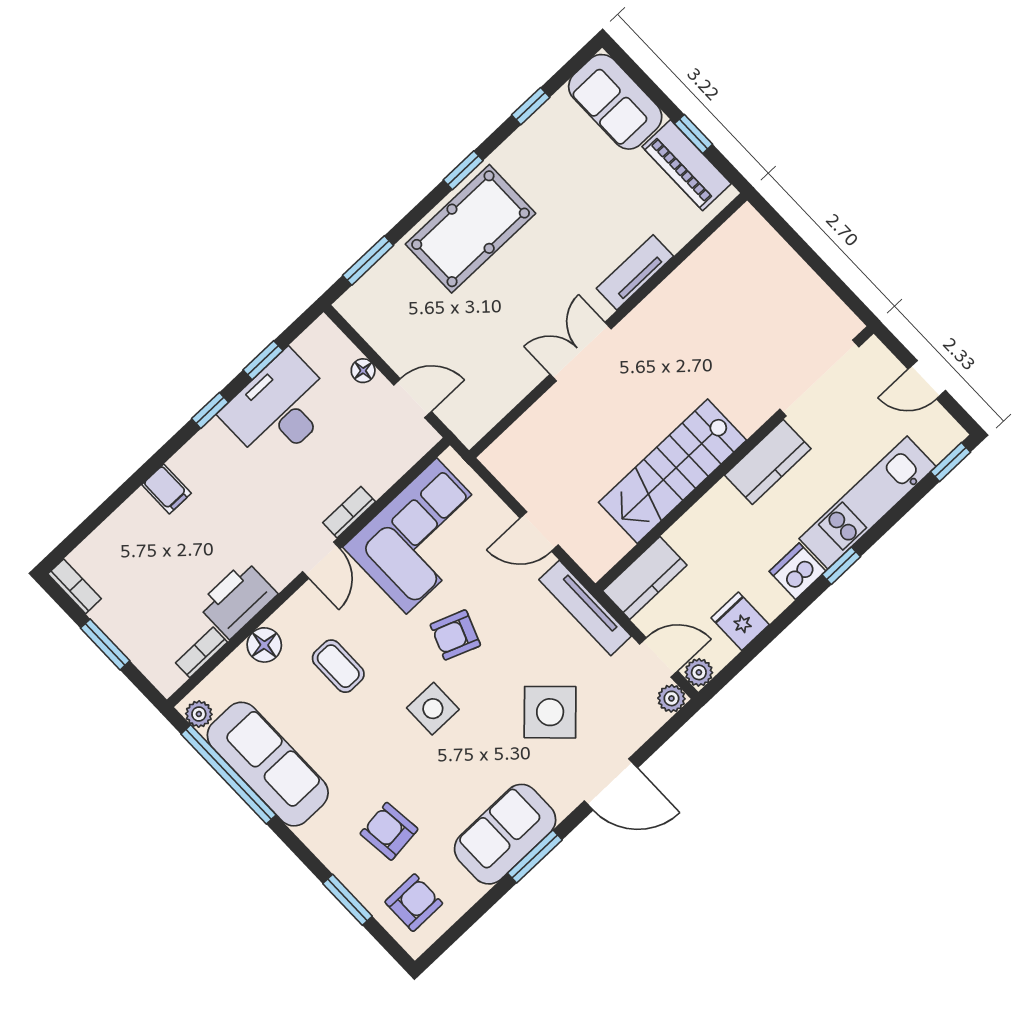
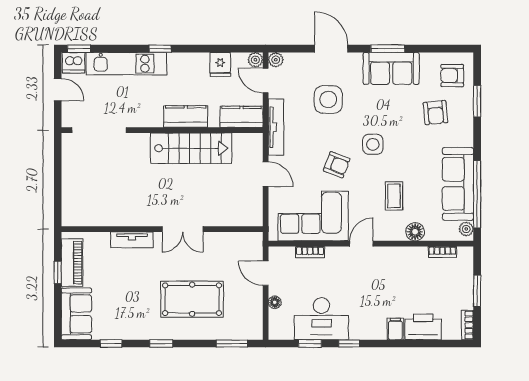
pool table: (471, 229) -> (192, 299), moved
kitchen counter: (768, 462) -> (186, 116), moved
bookcase: (349, 512) -> (310, 252), moved
dishwasher: (797, 571) -> (74, 63), moved
printer: (237, 600) -> (423, 327), moved, turned 180
side table: (550, 712) -> (328, 99), turned 45

